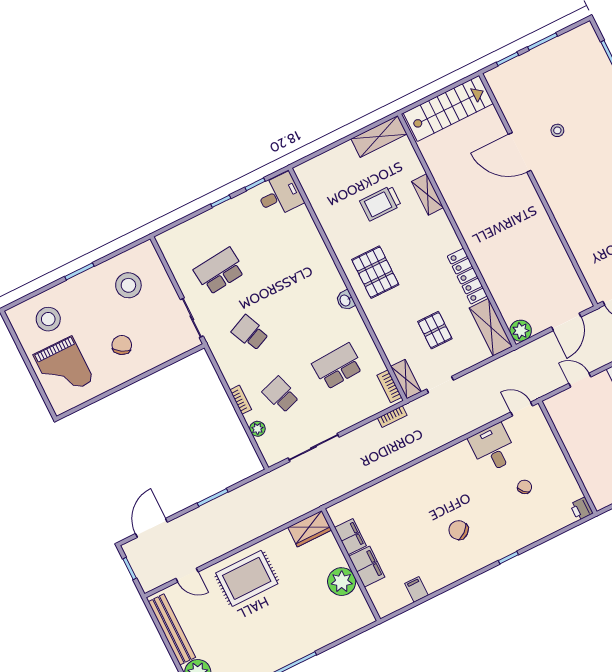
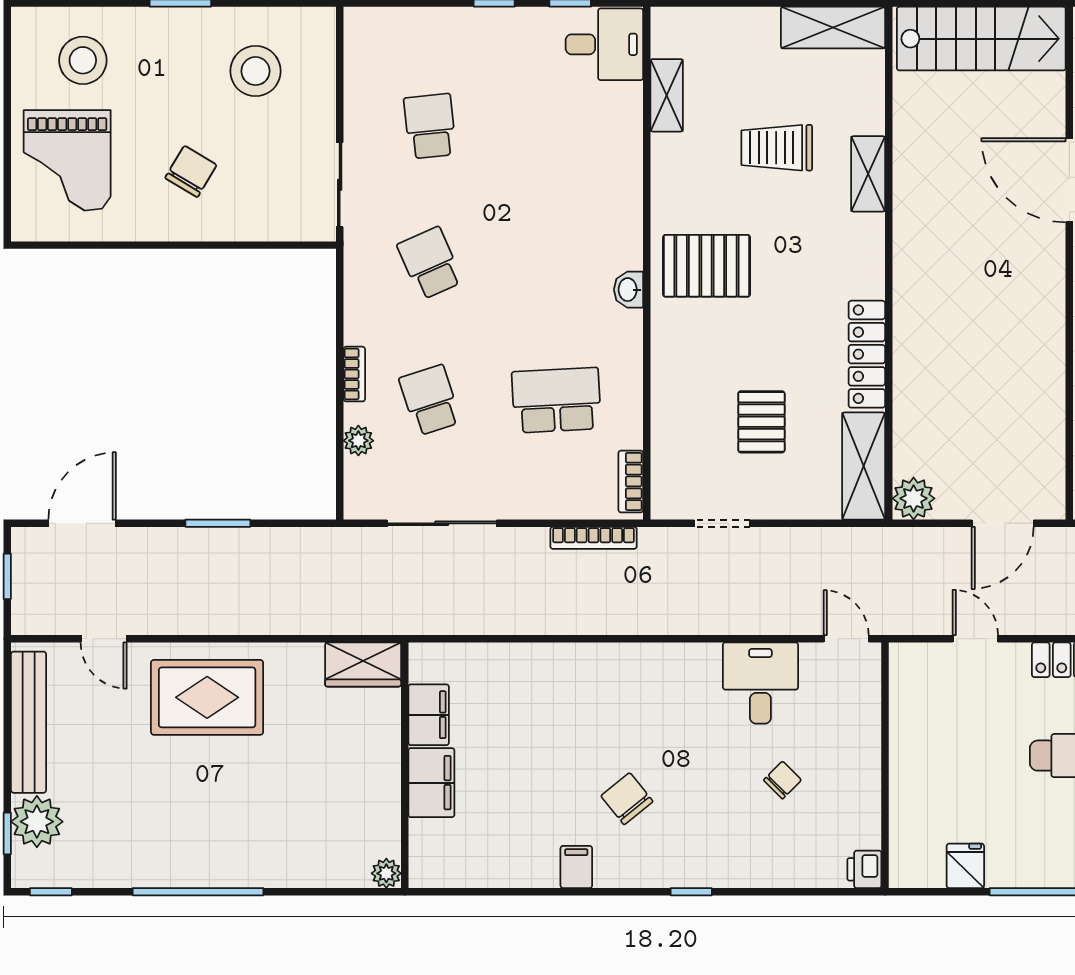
school desk: (219, 271) -> (430, 126), width x0.54
pallet: (375, 272) -> (707, 266), turned 90
shelving: (406, 379) -> (667, 95), moved
bookcase: (392, 417) -> (593, 538), width x1.56
plant: (342, 582) -> (386, 873), moved, width x0.53, depth x0.53
filing cabinet: (416, 589) -> (576, 867), moved

